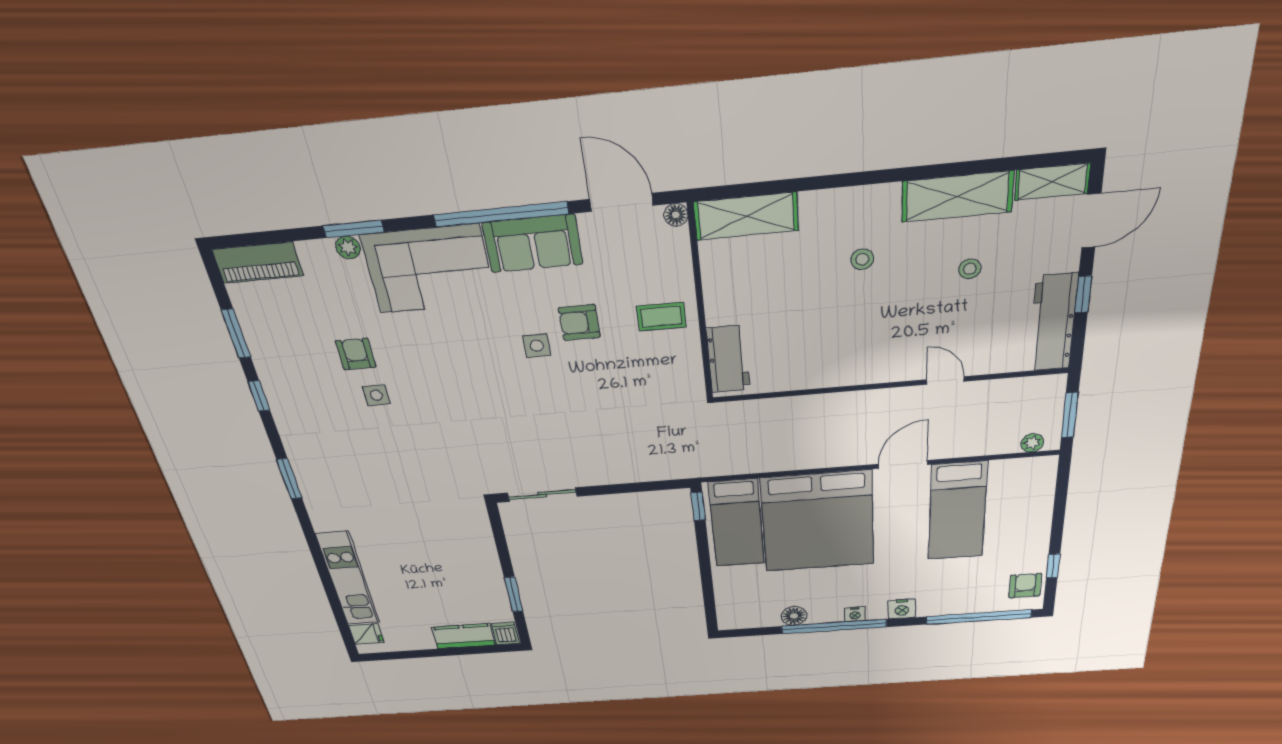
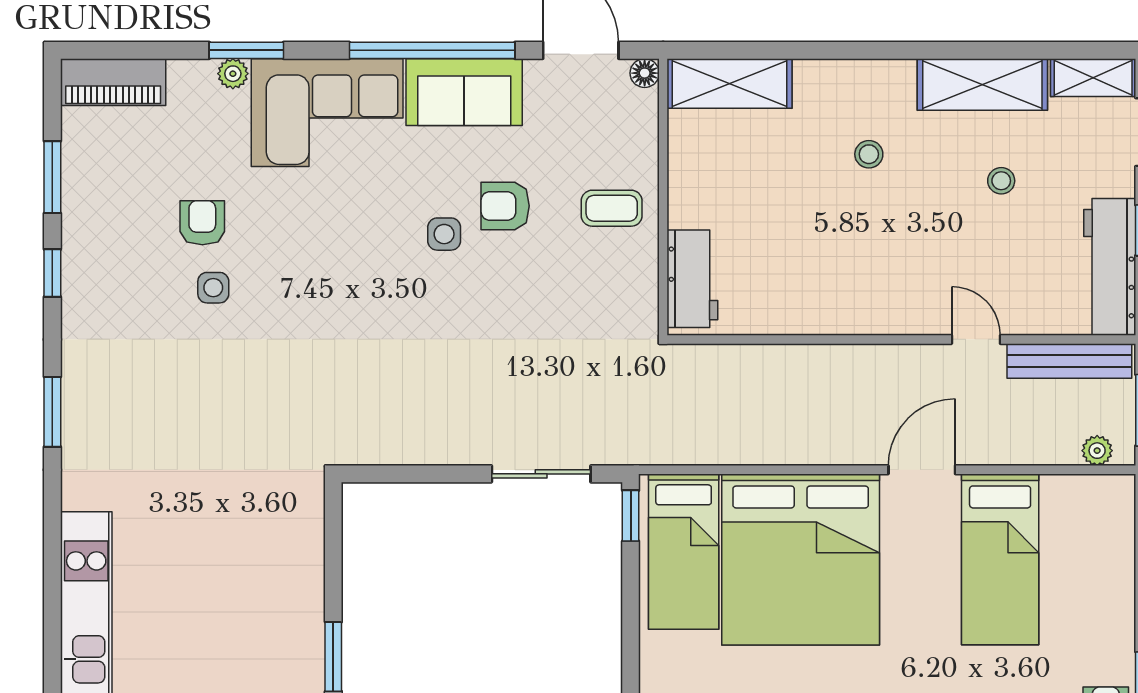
bench: (1016, 389) -> (1069, 361), added
sliding door: (542, 495) -> (541, 474), moved

